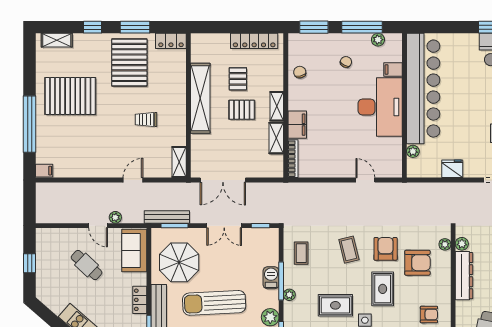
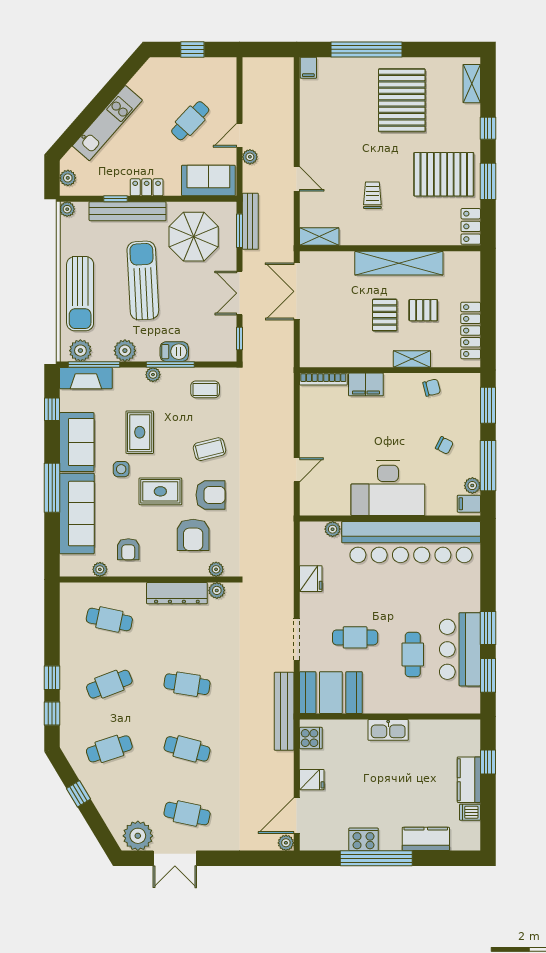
filing cabinet: (393, 70) -> (469, 504), moved, turned -90
shelving: (277, 106) -> (412, 359), moved
shelving: (276, 138) -> (349, 358), removed

